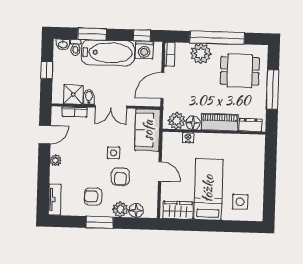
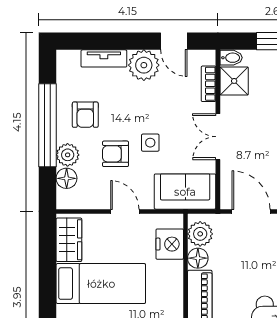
bidet: (89, 97) -> (231, 58), moved
nightstand: (188, 138) -> (170, 244), width x1.89, depth x1.79
plant: (56, 160) -> (144, 65), width x1.88, depth x1.88
door: (160, 171) -> (125, 211), swing flipped
armchair: (93, 196) -> (85, 115), turned 180
tv unit: (55, 200) -> (104, 58), moved
window: (100, 222) -> (48, 125), width x2.11

